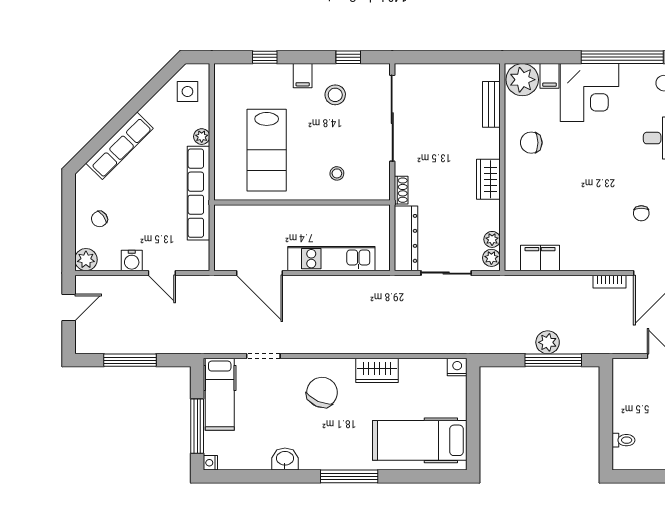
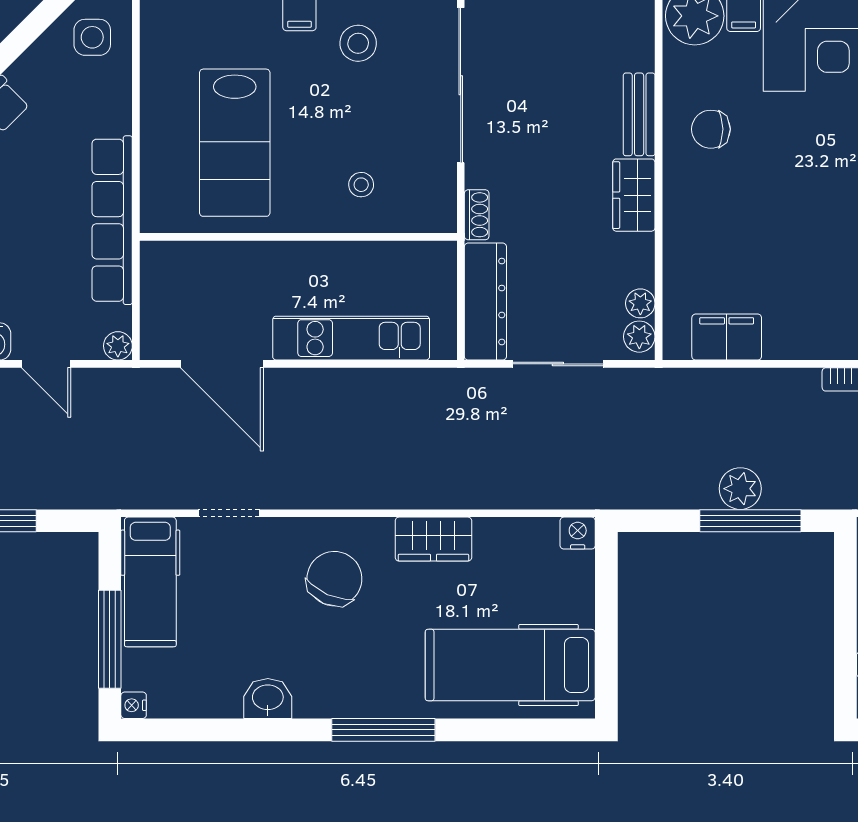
bench: (491, 104) -> (639, 114), moved
plant: (202, 137) -> (118, 346), moved

